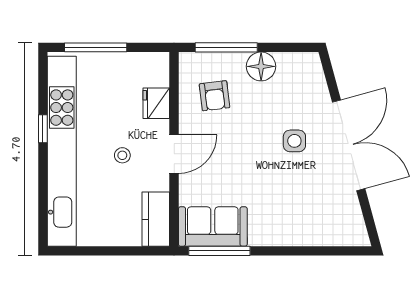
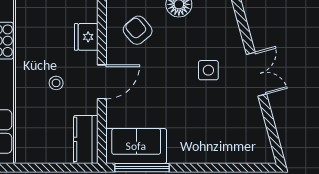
armchair: (215, 96) -> (138, 30), turned 147
double door: (349, 145) -> (256, 74), width x0.54

